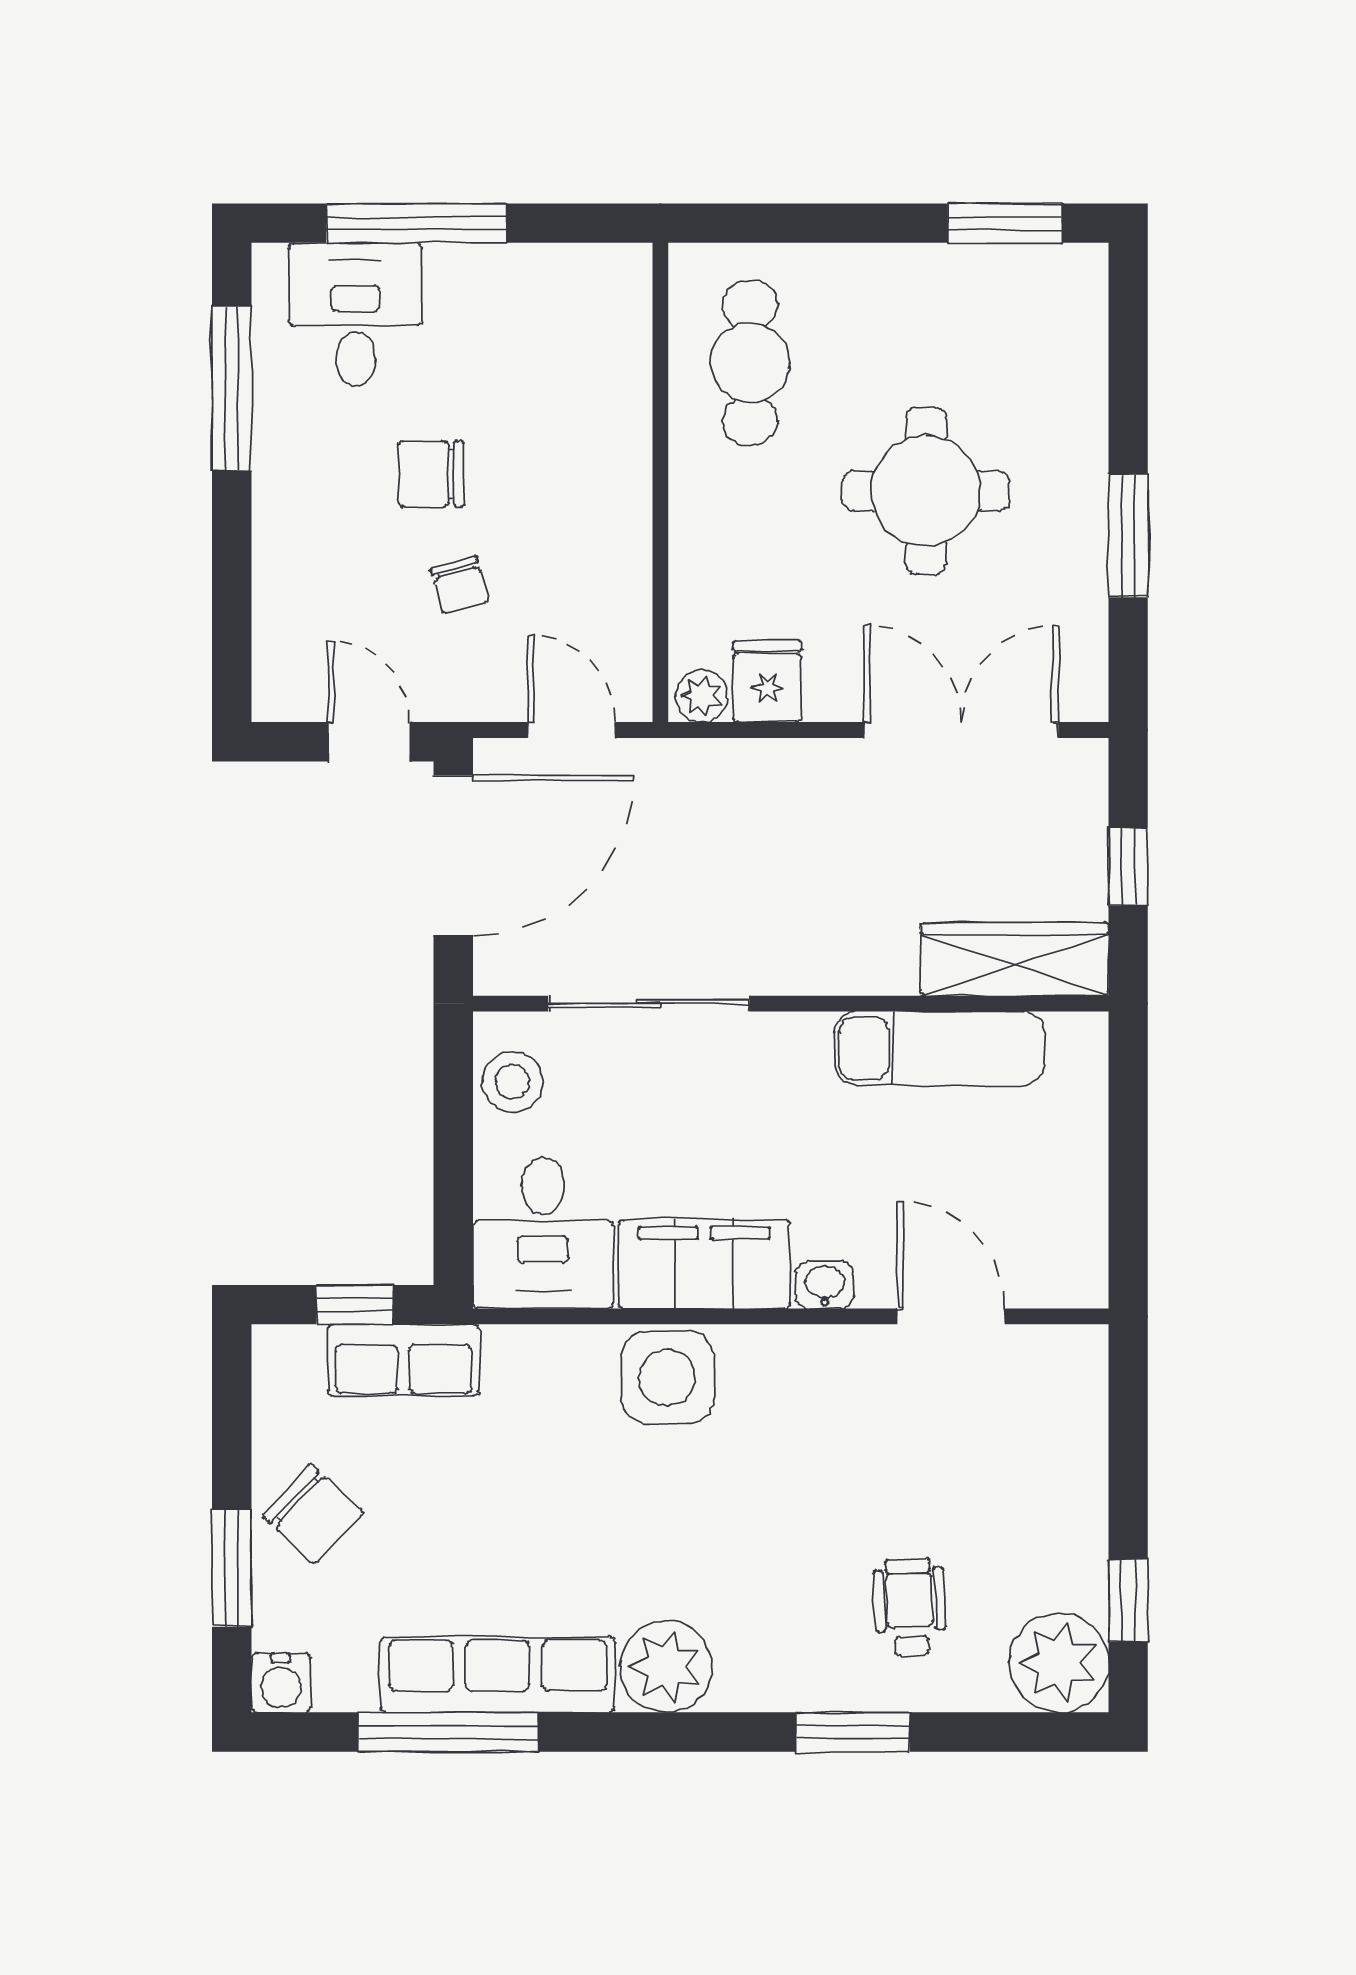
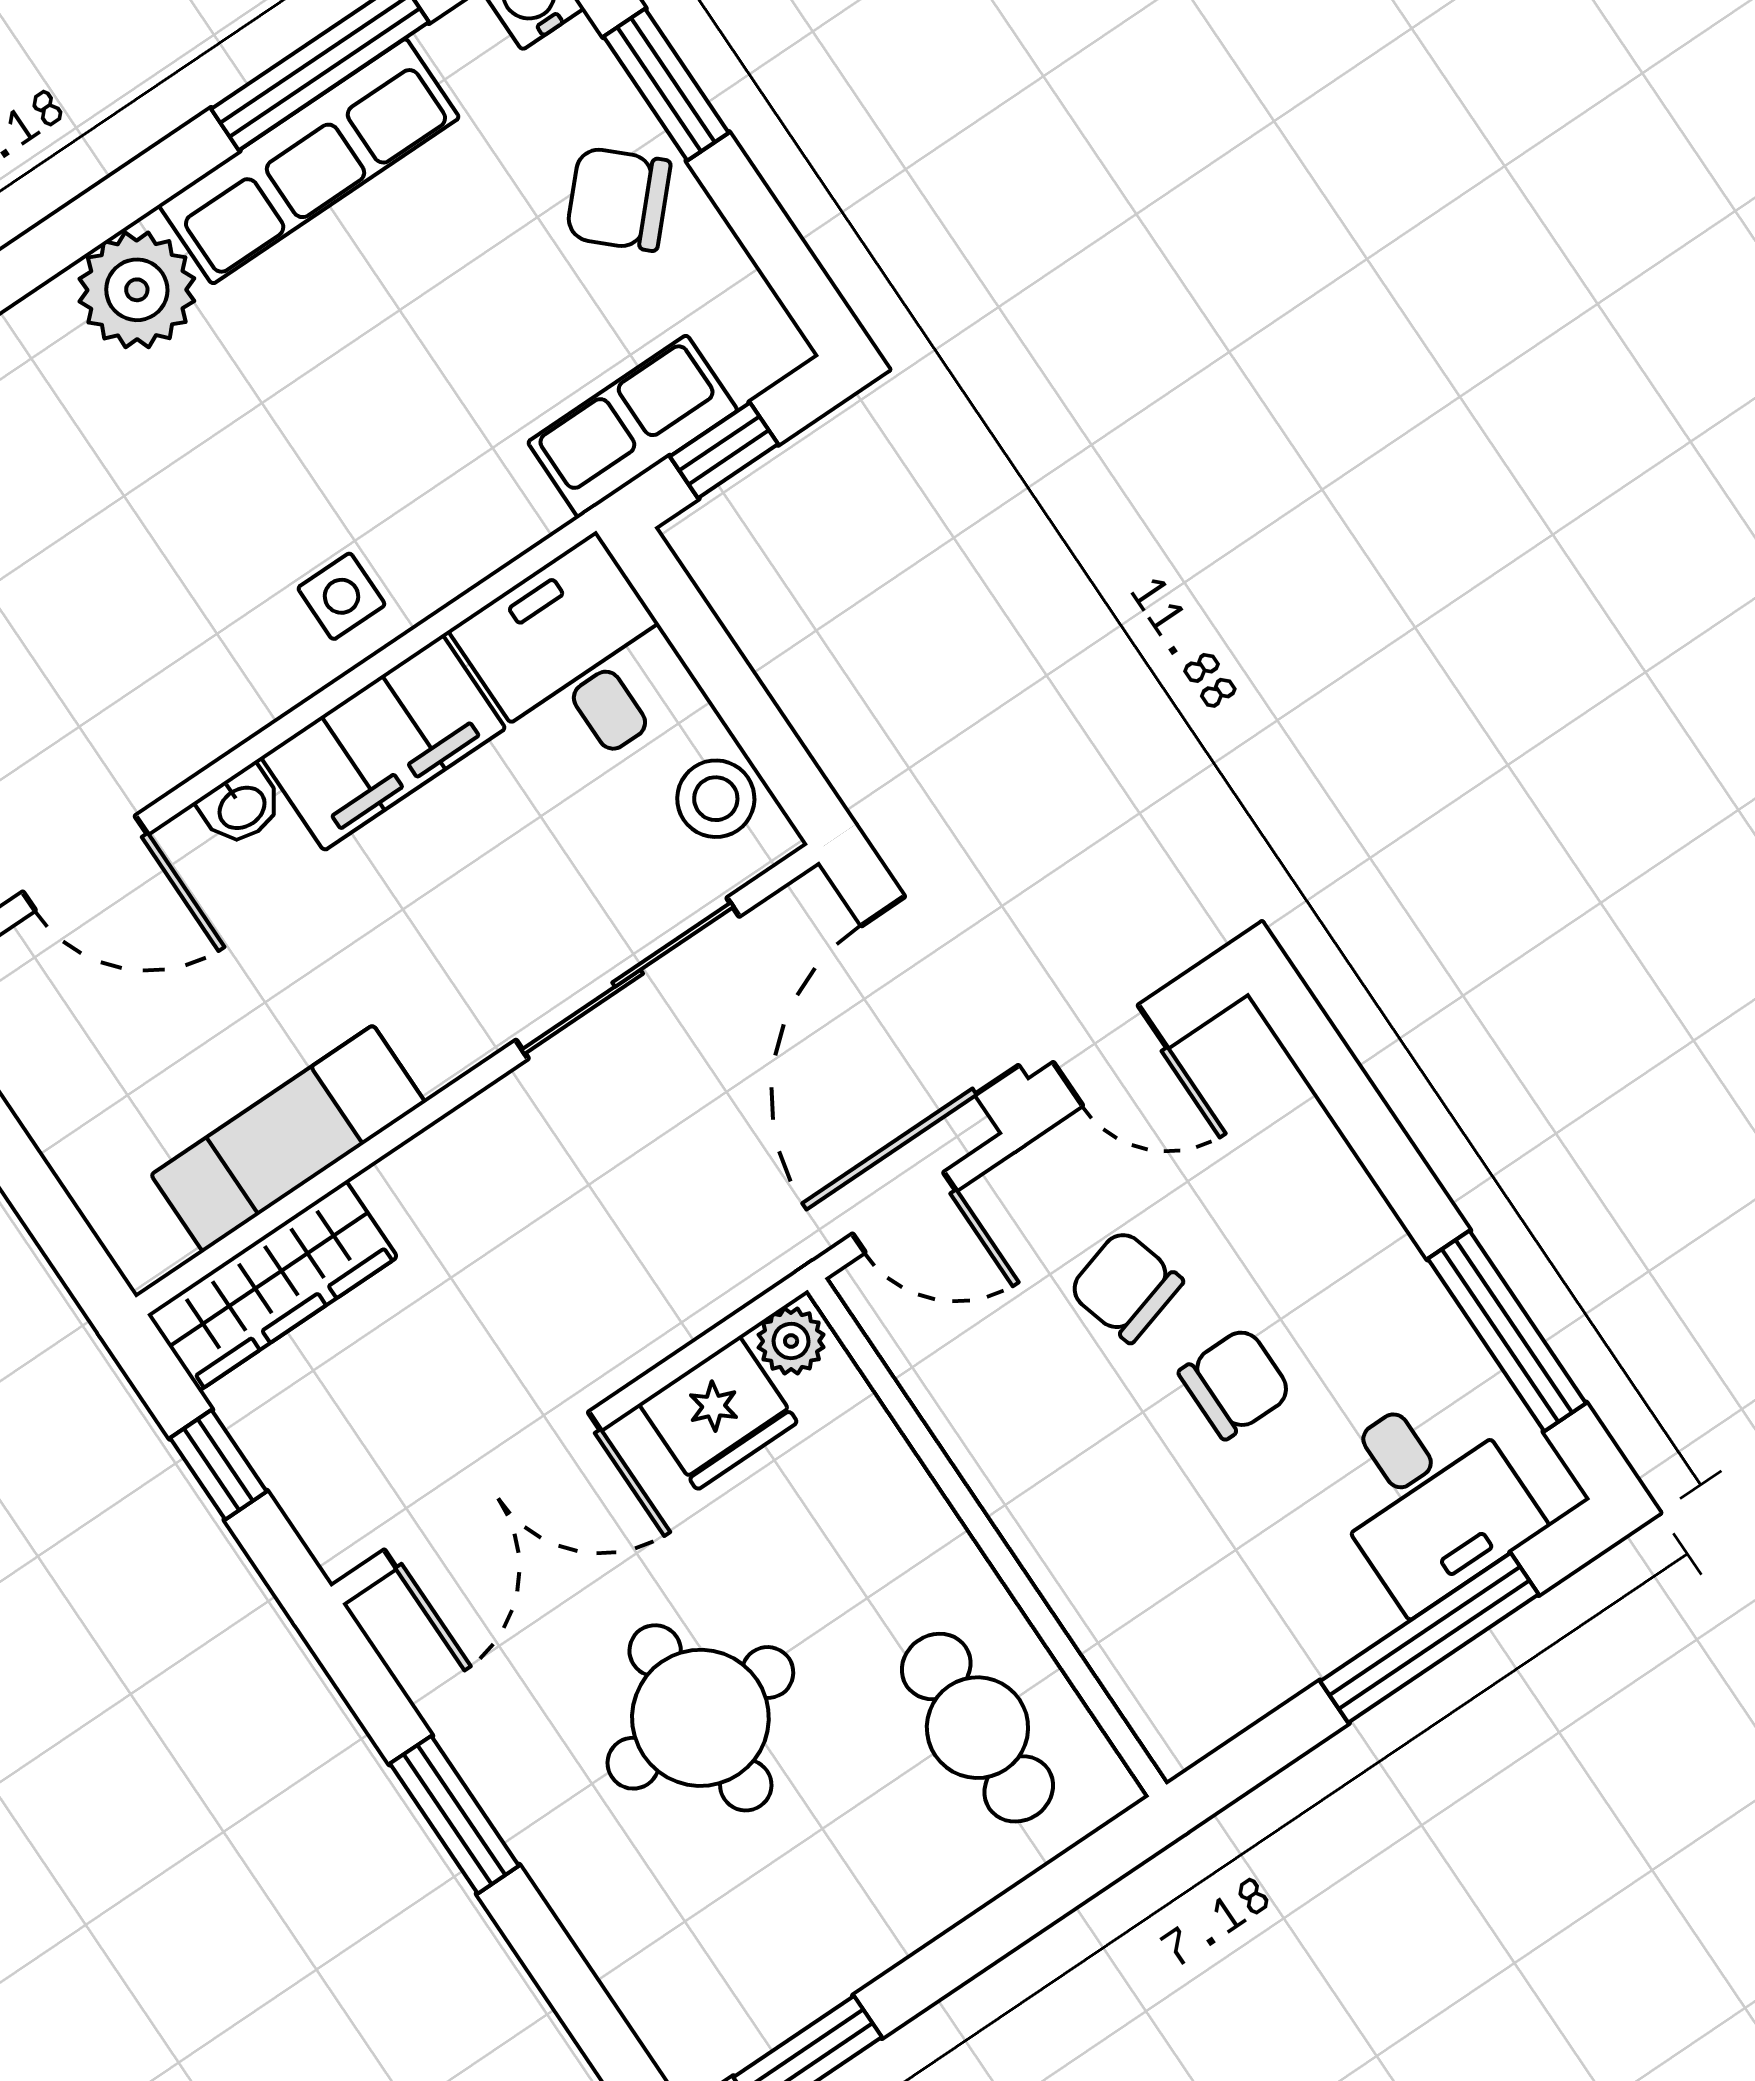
chair: (460, 585) -> (1126, 1286), width x1.37, depth x1.37
fridge: (767, 681) -> (718, 1413), width x1.38
side table: (667, 1377) -> (341, 596), width x0.54, depth x0.54

